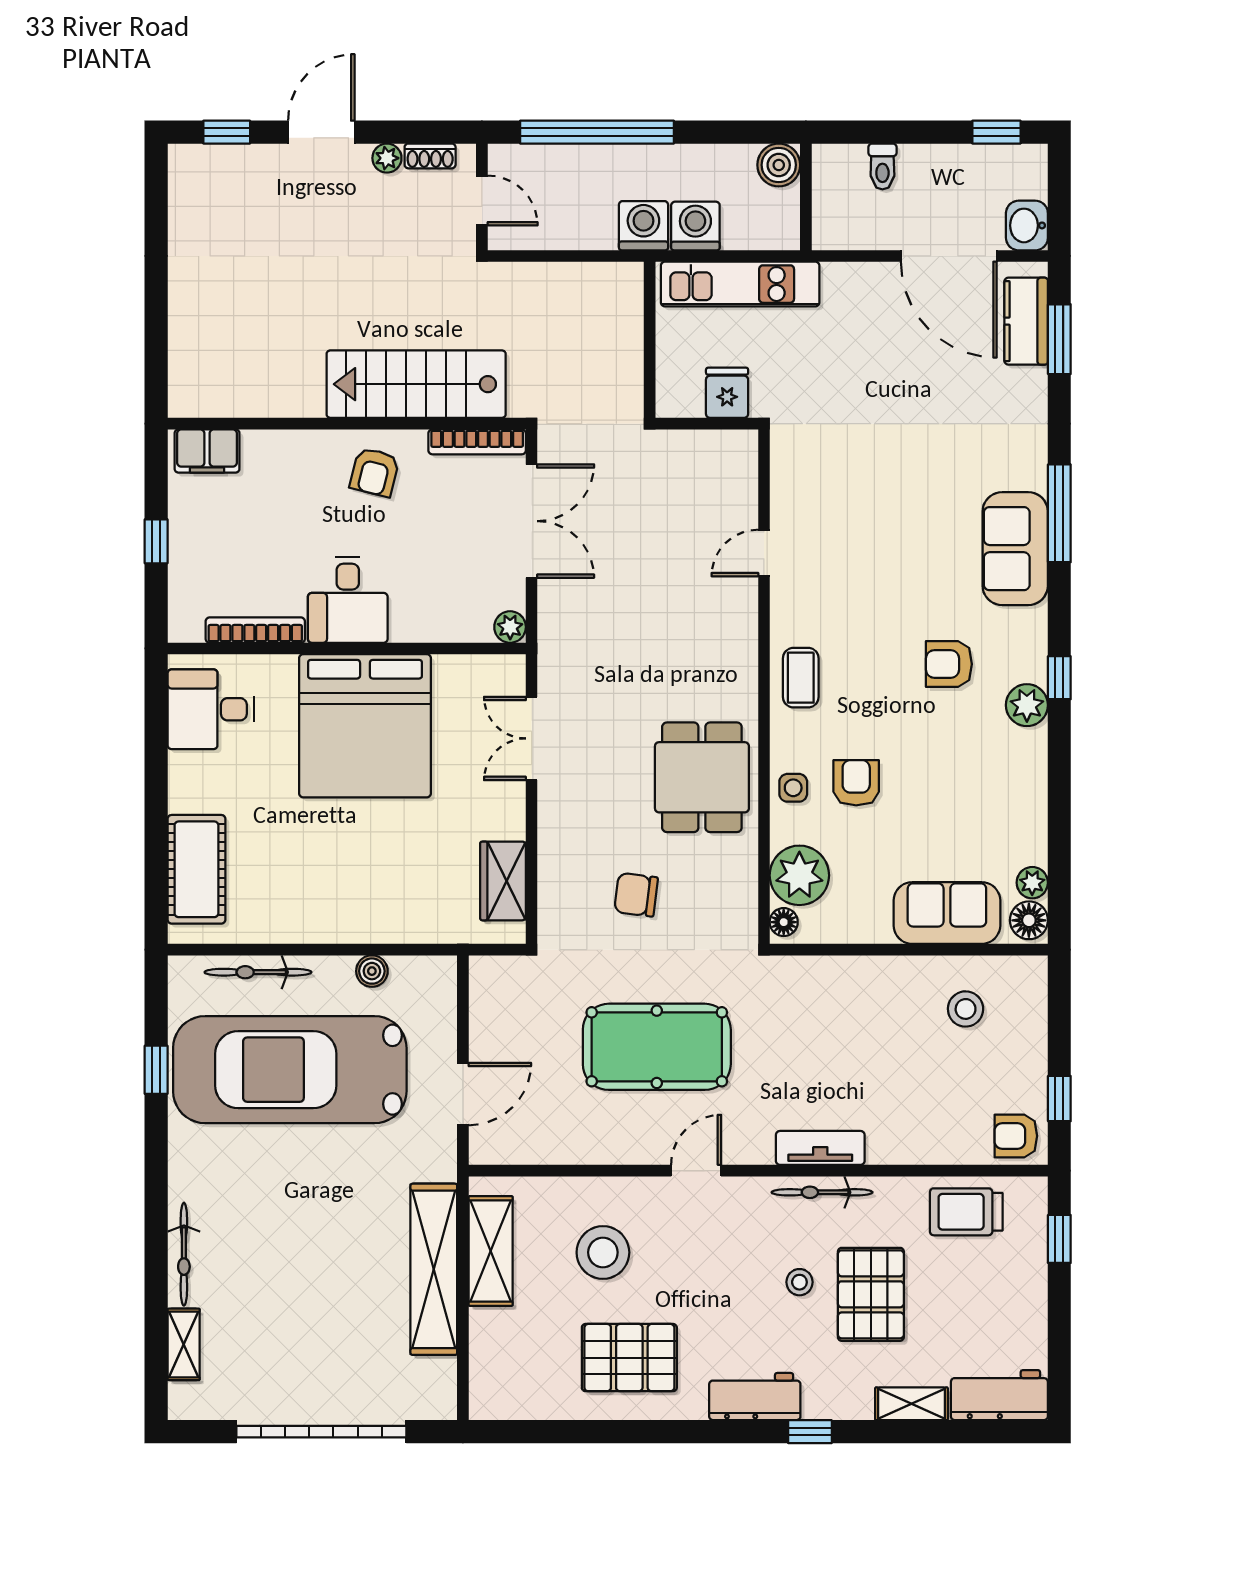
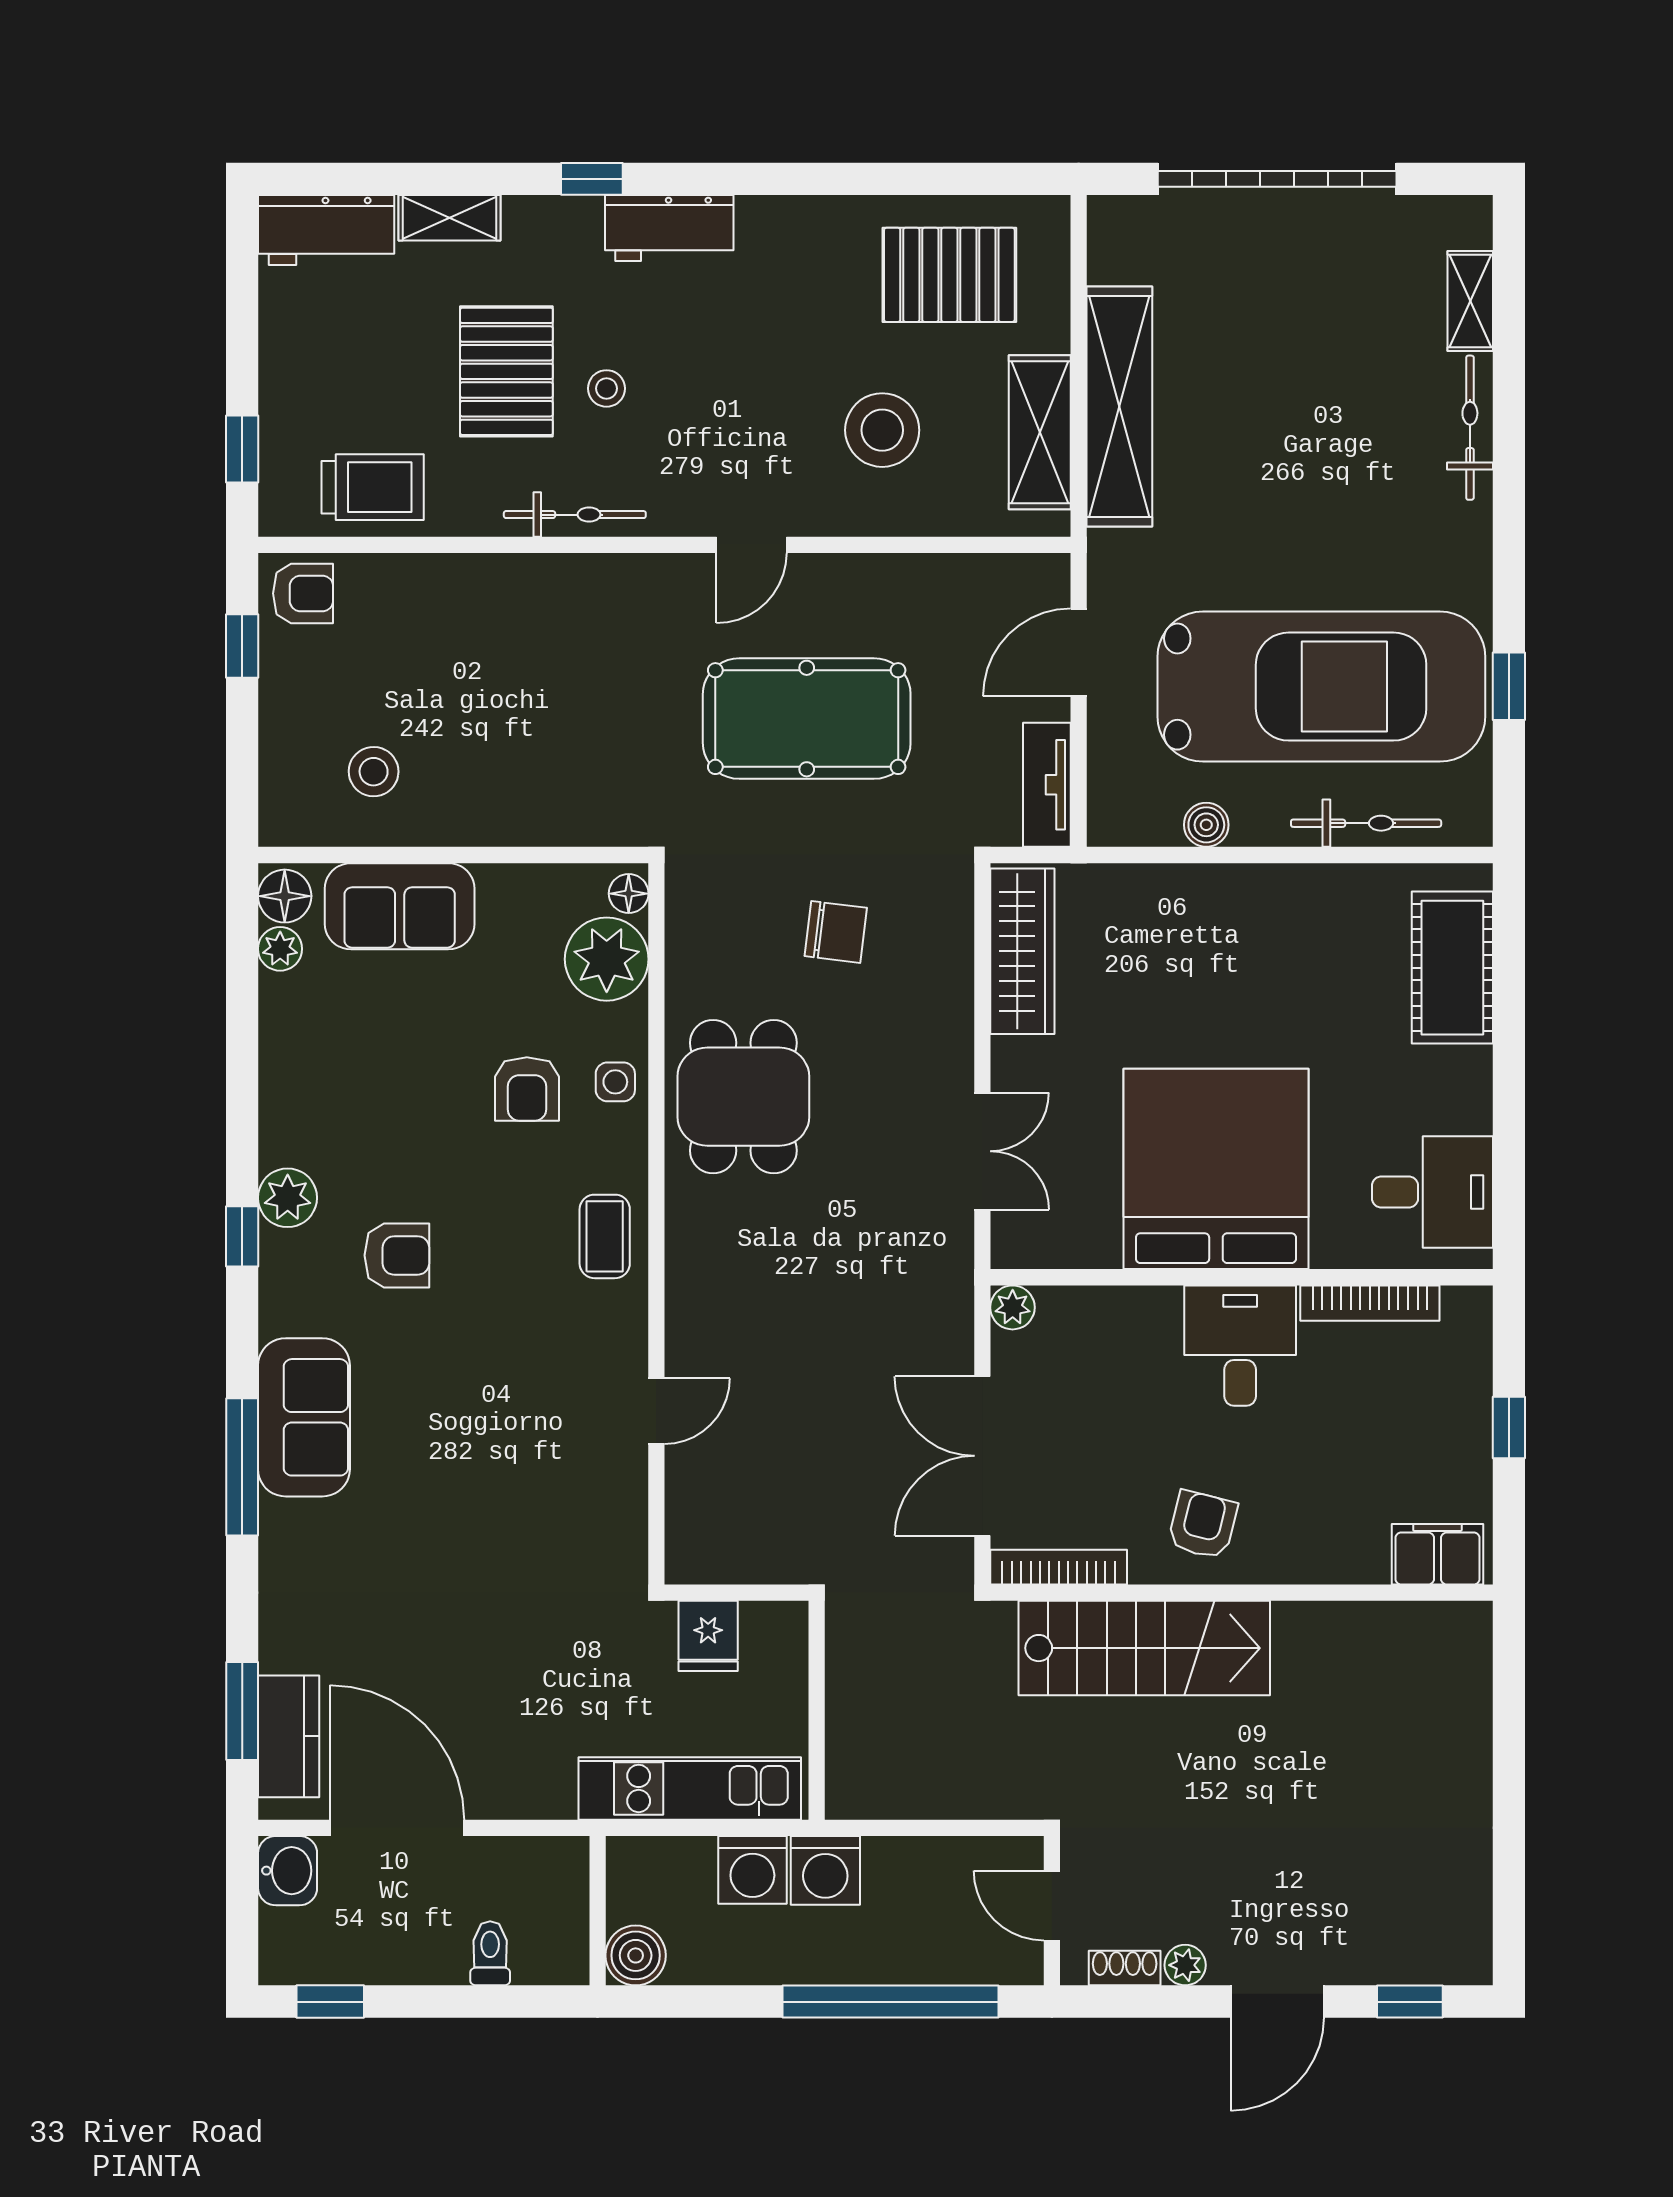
wardrobe: (503, 881) -> (1022, 951), width x1.50
tv unit: (820, 1148) -> (1047, 785), moved, turned 90
pallet: (629, 1358) -> (949, 275), moved

